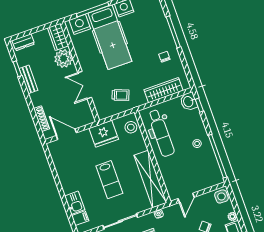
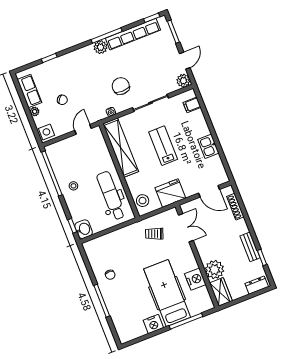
nightstand: (80, 24) -> (195, 279), moved, turned -90
double door: (85, 85) -> (186, 228), moved
wardrobe: (164, 90) -> (110, 240), removed
kitchen sink: (75, 203) -> (208, 146), moved

